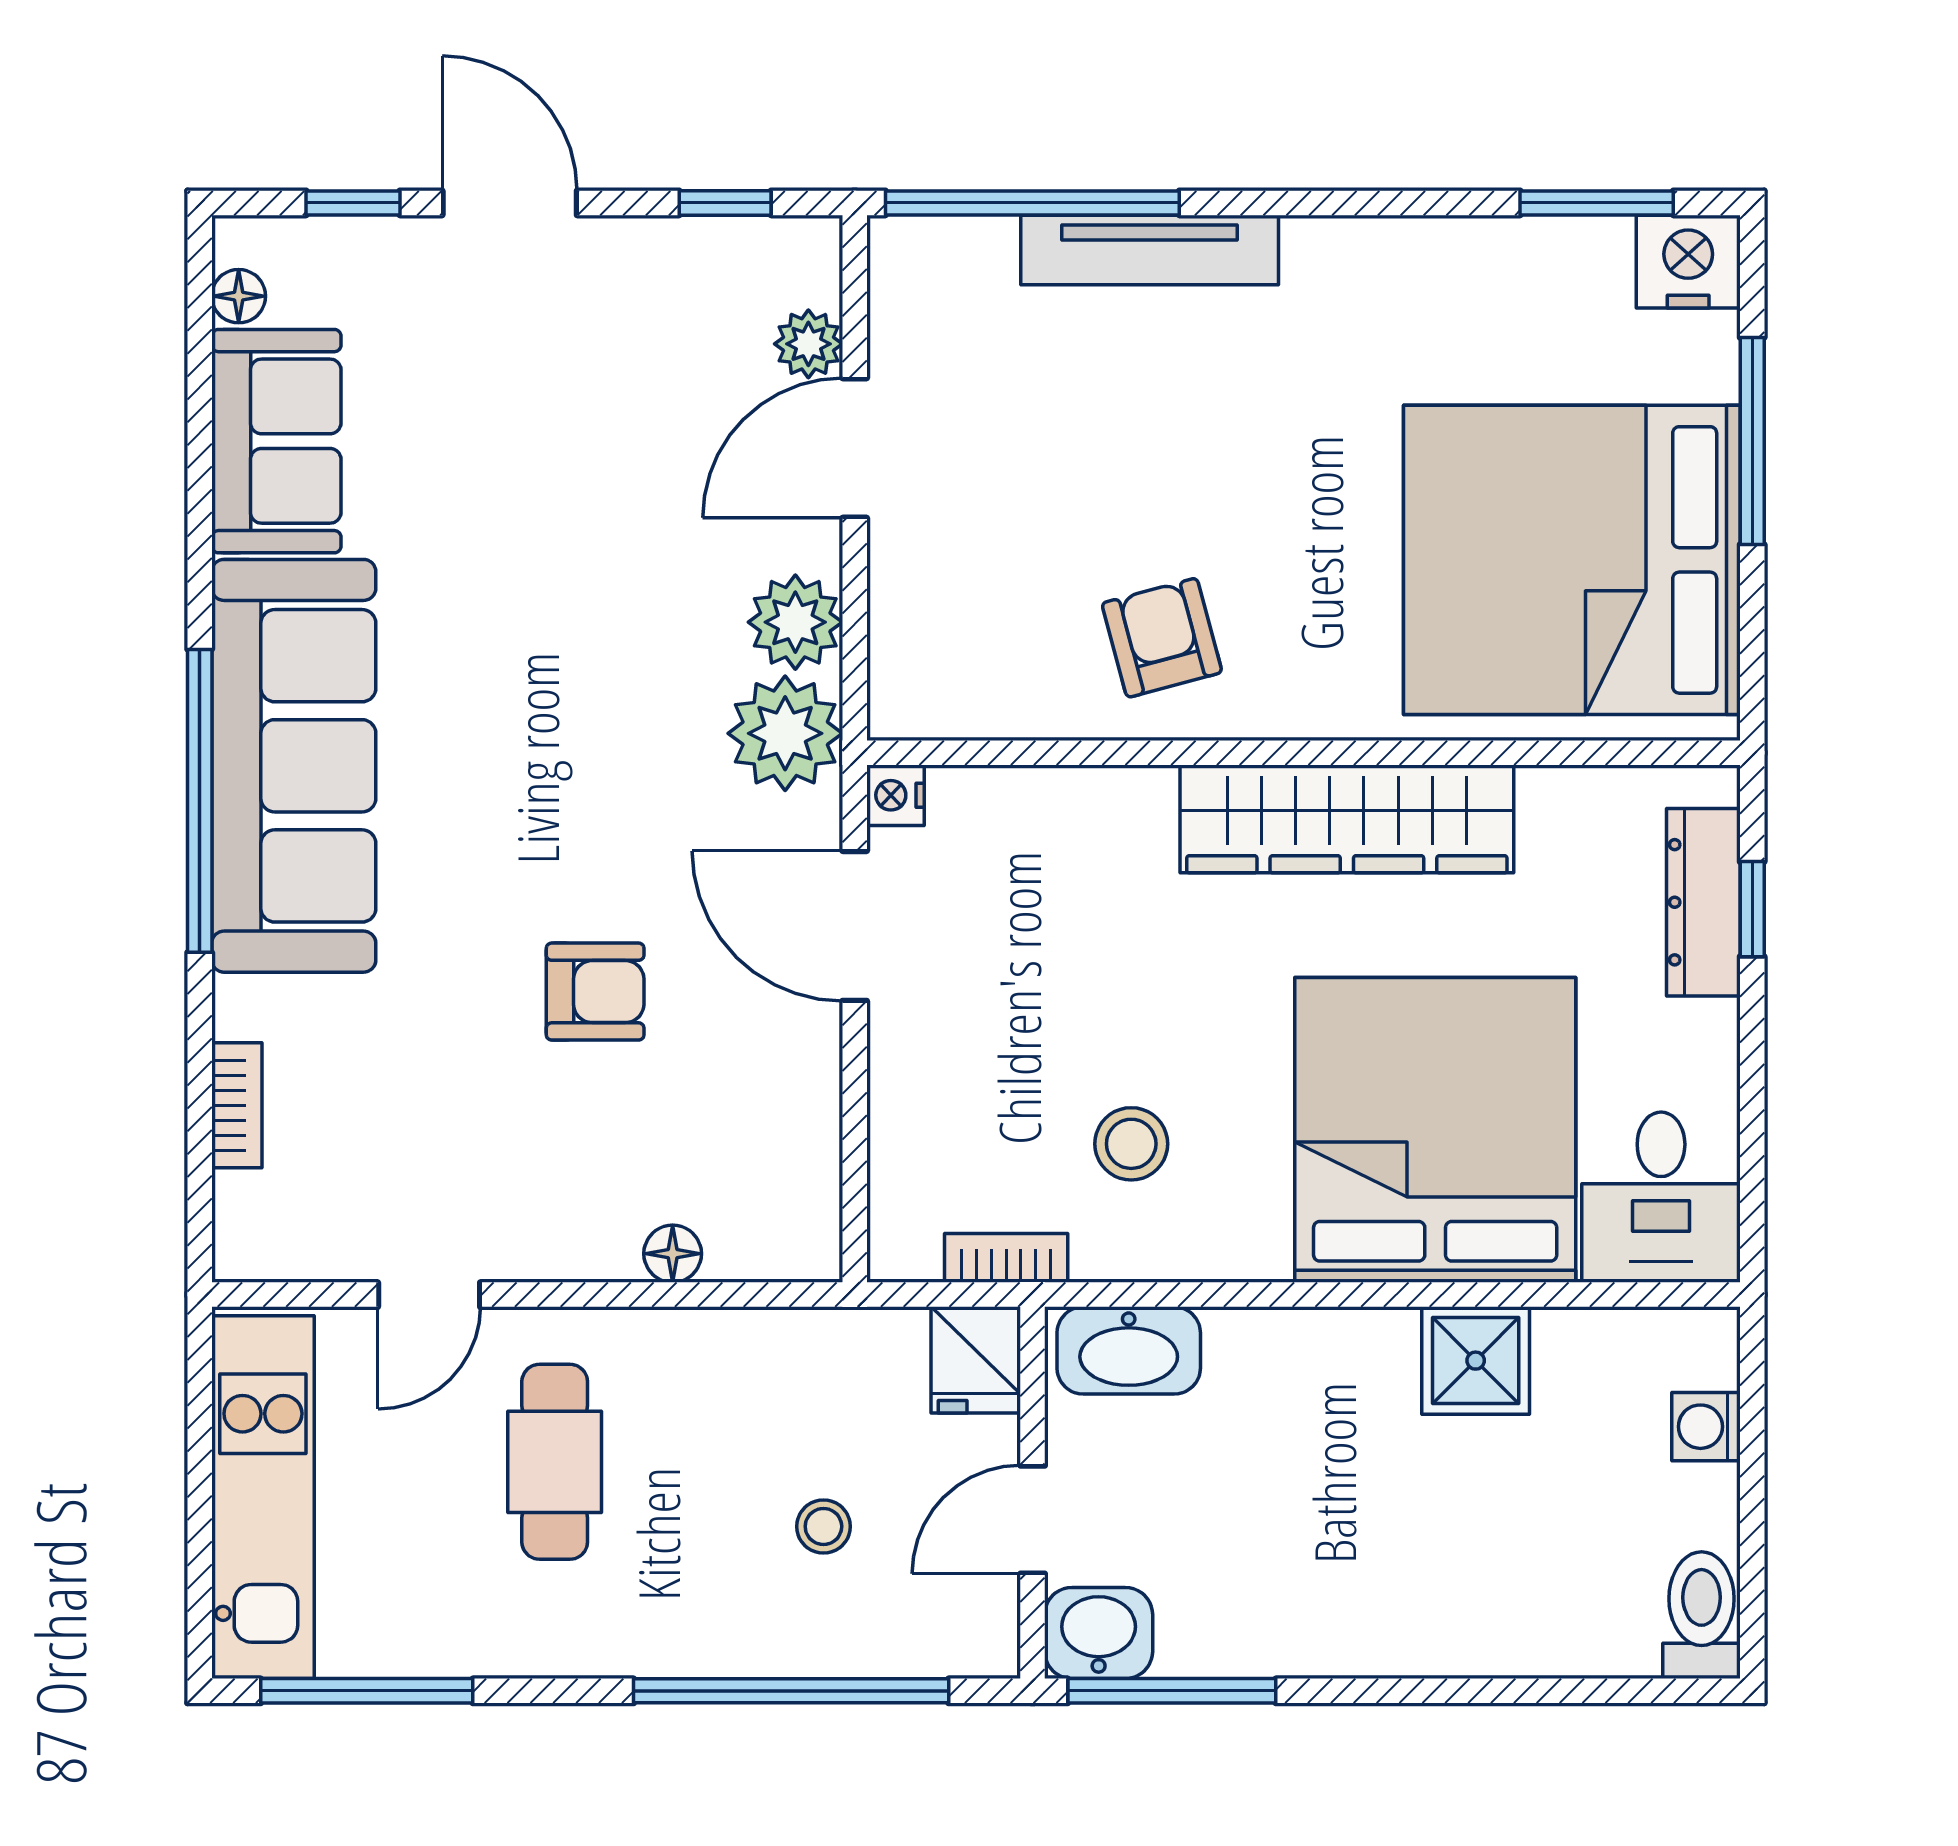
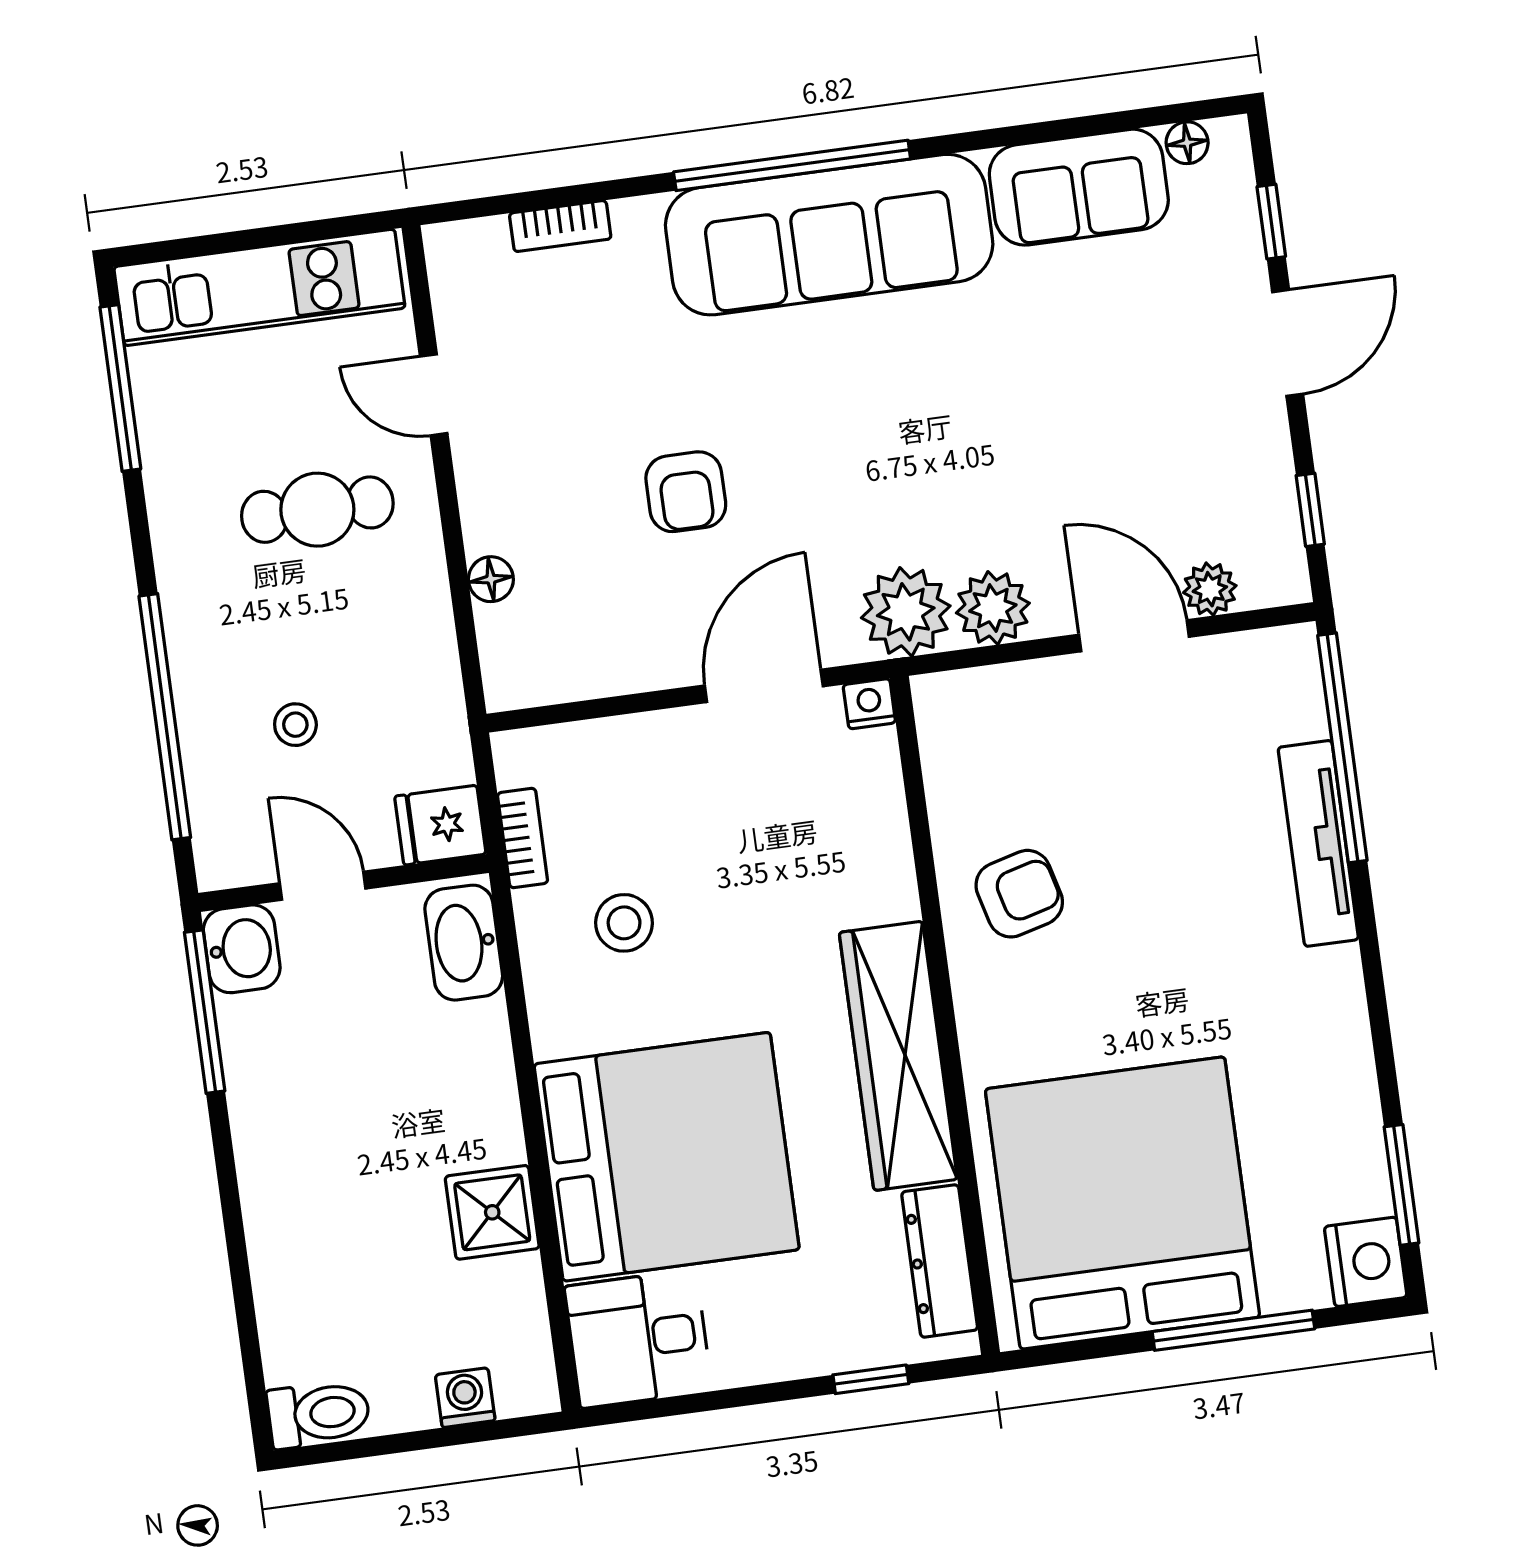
dresser: (1703, 902) -> (940, 1261), moved, turned -90

